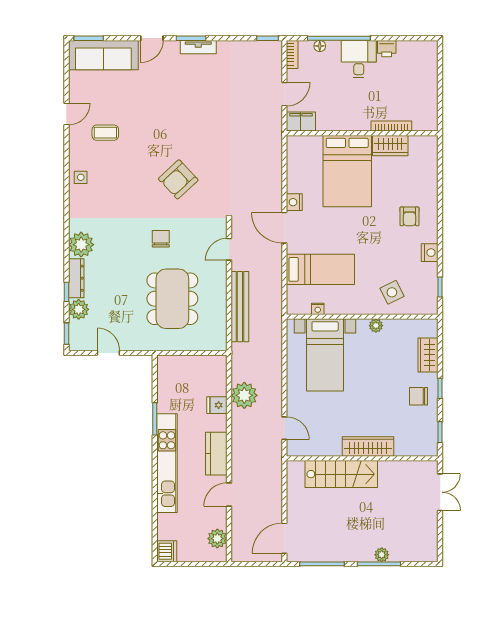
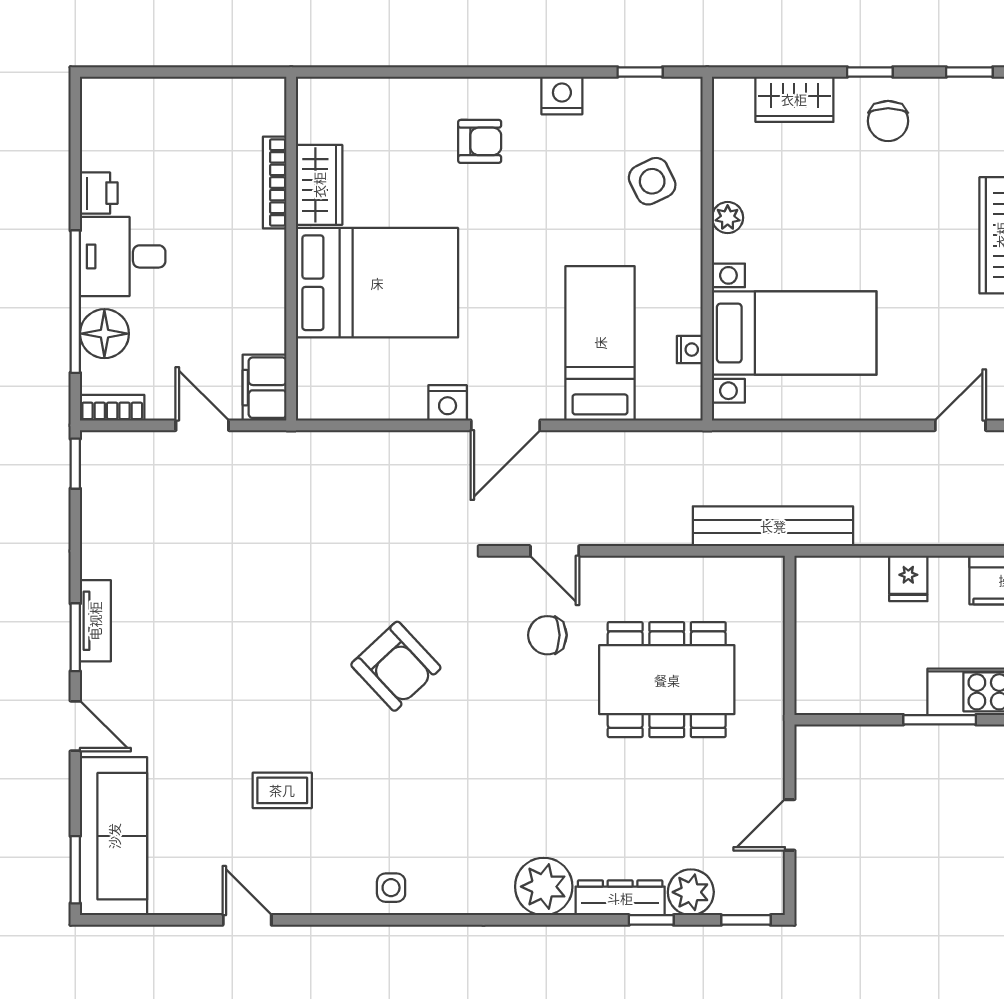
floor lamp: (320, 46) -> (104, 334), width x1.89, depth x1.89
coffee table: (105, 133) -> (282, 790), moved, turned 90
chair: (161, 239) -> (547, 635), moved
bench: (240, 307) -> (773, 526), moved
plant: (244, 395) -> (886, 516), removed

